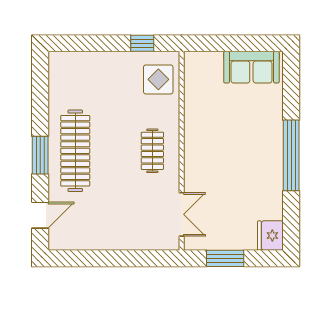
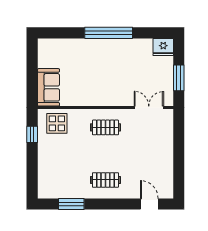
sofa: (251, 67) -> (48, 87), moved
clothes rail: (75, 151) -> (105, 180), width x0.54, depth x0.76
window: (40, 155) -> (71, 204), moved

